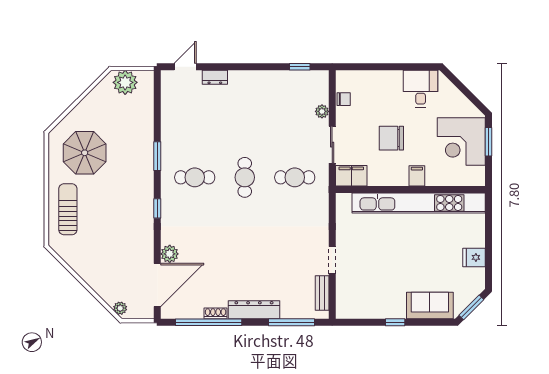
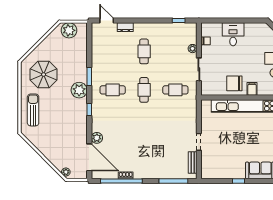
door: (185, 67) -> (107, 21), hinge flipped
desk: (421, 89) -> (233, 34), moved
cafe table: (245, 116) -> (144, 51), added
chair: (391, 138) -> (234, 83), moved
filing cabinet: (351, 176) -> (211, 89), removed
plant: (141, 178) -> (79, 90), added
door: (157, 285) -> (89, 157), hinge flipped
dresser: (254, 310) -> (150, 173), removed

